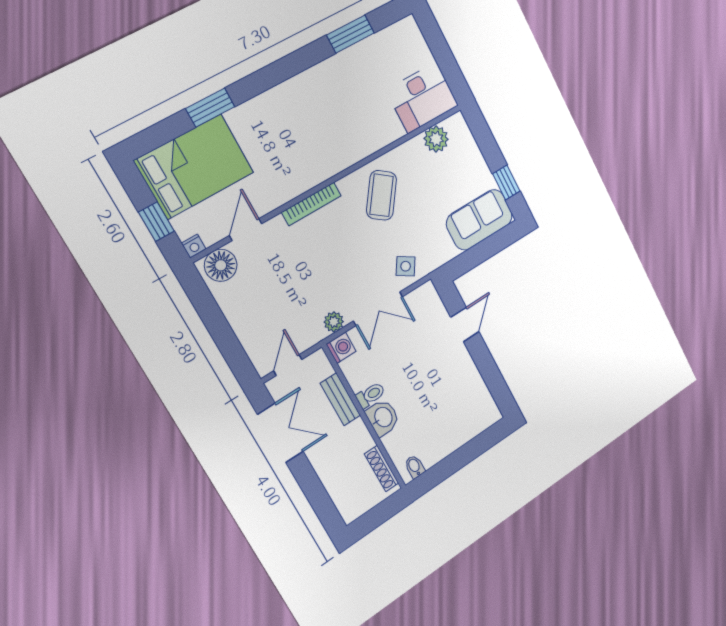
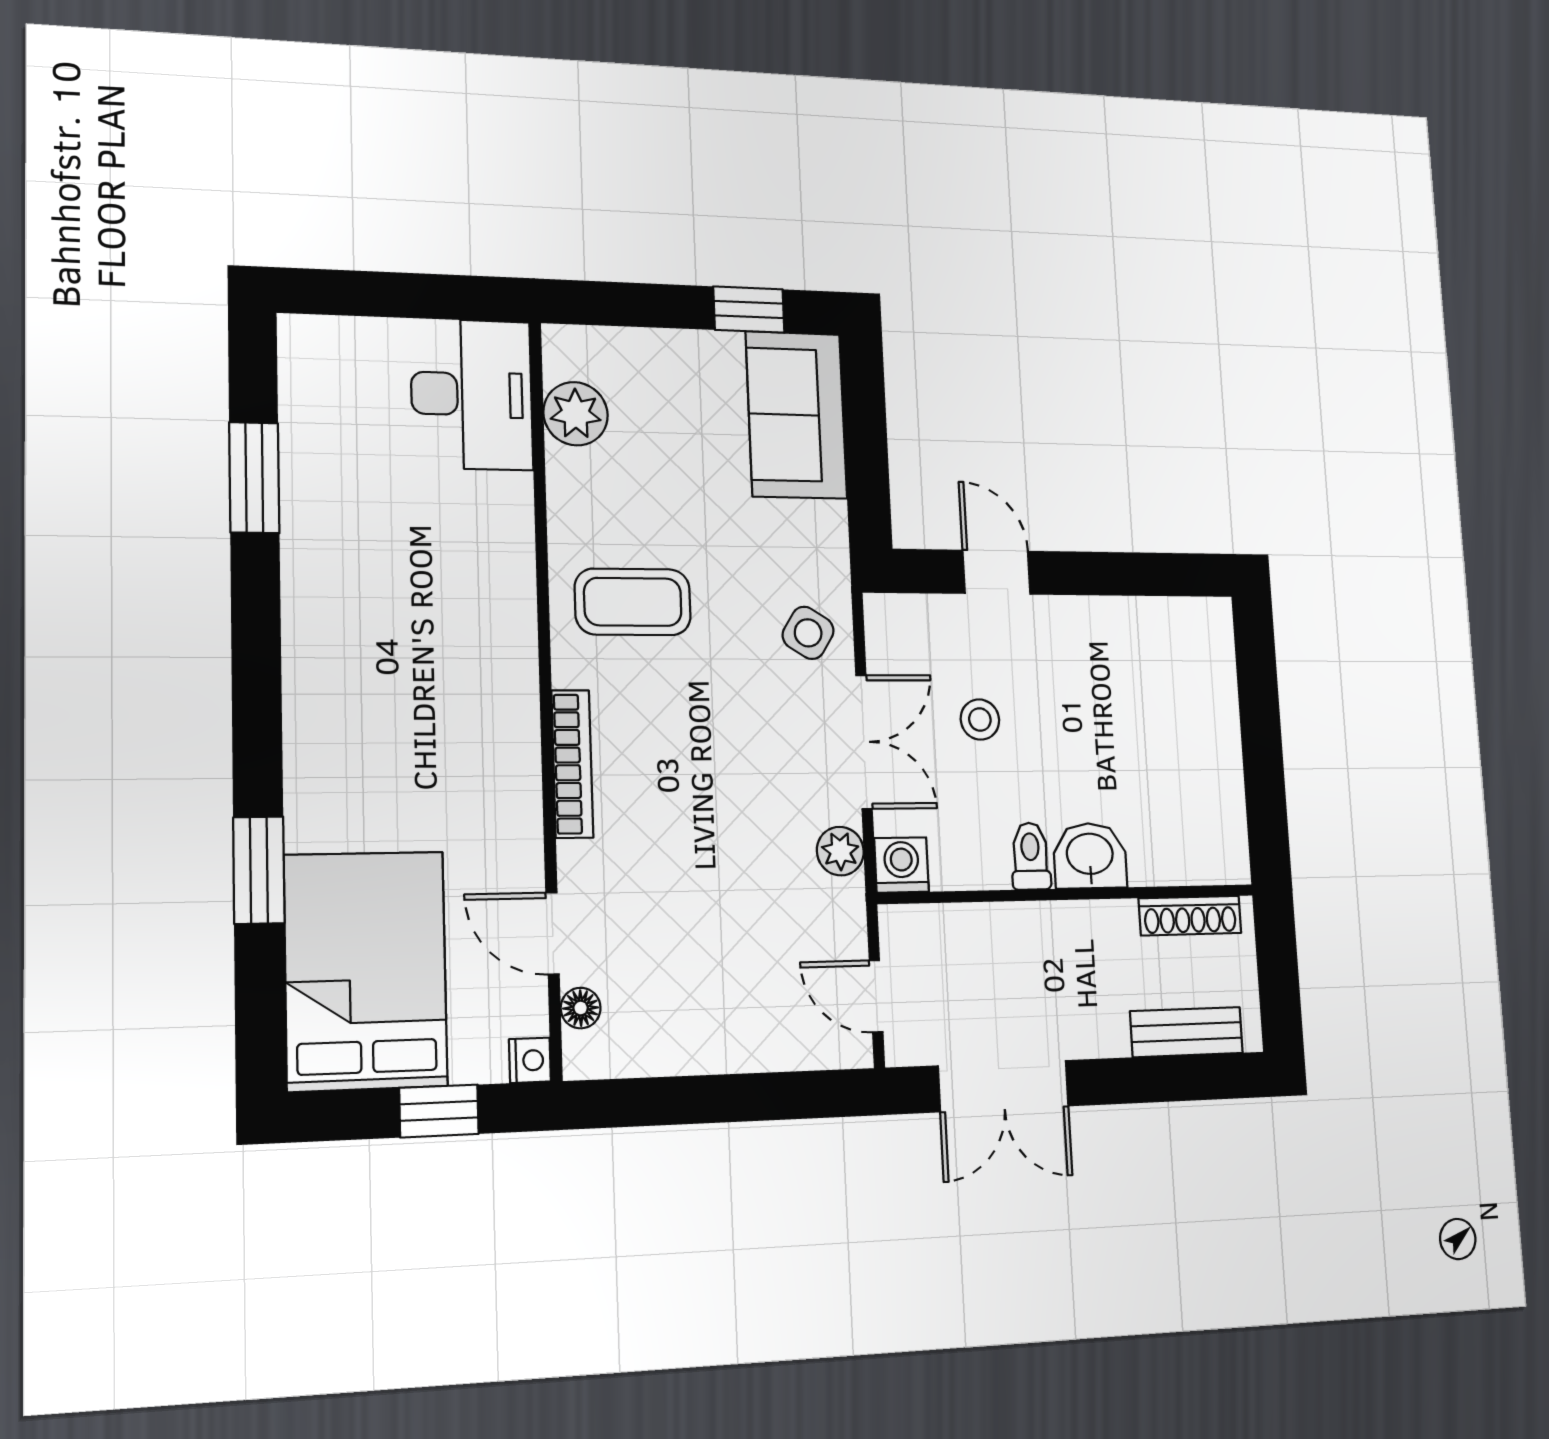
coffee table: (382, 195) -> (633, 602), turned -36
floor lamp: (221, 265) -> (581, 1008), width x0.53, depth x0.53
stool: (409, 348) -> (980, 719), added
bench: (340, 399) -> (1186, 1032), moved
double door: (280, 433) -> (1004, 1086), swing flipped
bidet: (415, 467) -> (1225, 844), removed

